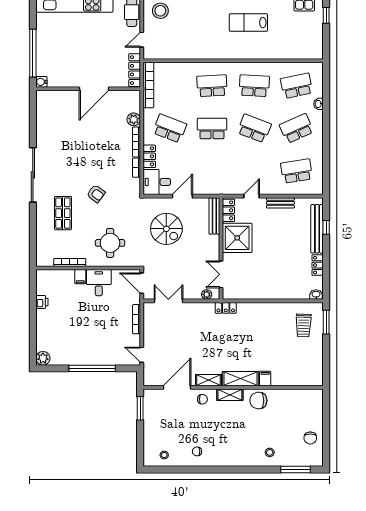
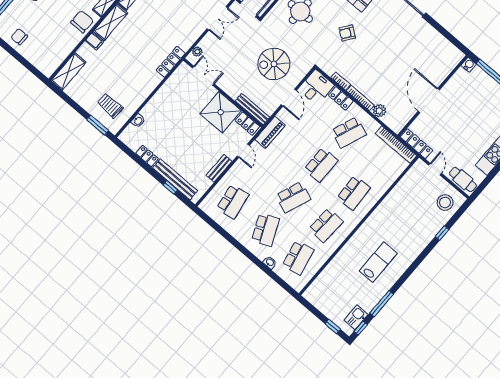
piano: (220, 188) -> (270, 132), added
washbasin: (316, 295) -> (138, 121), moved
locker: (226, 308) -> (171, 62), width x1.53
shelving: (305, 379) -> (68, 71), added

